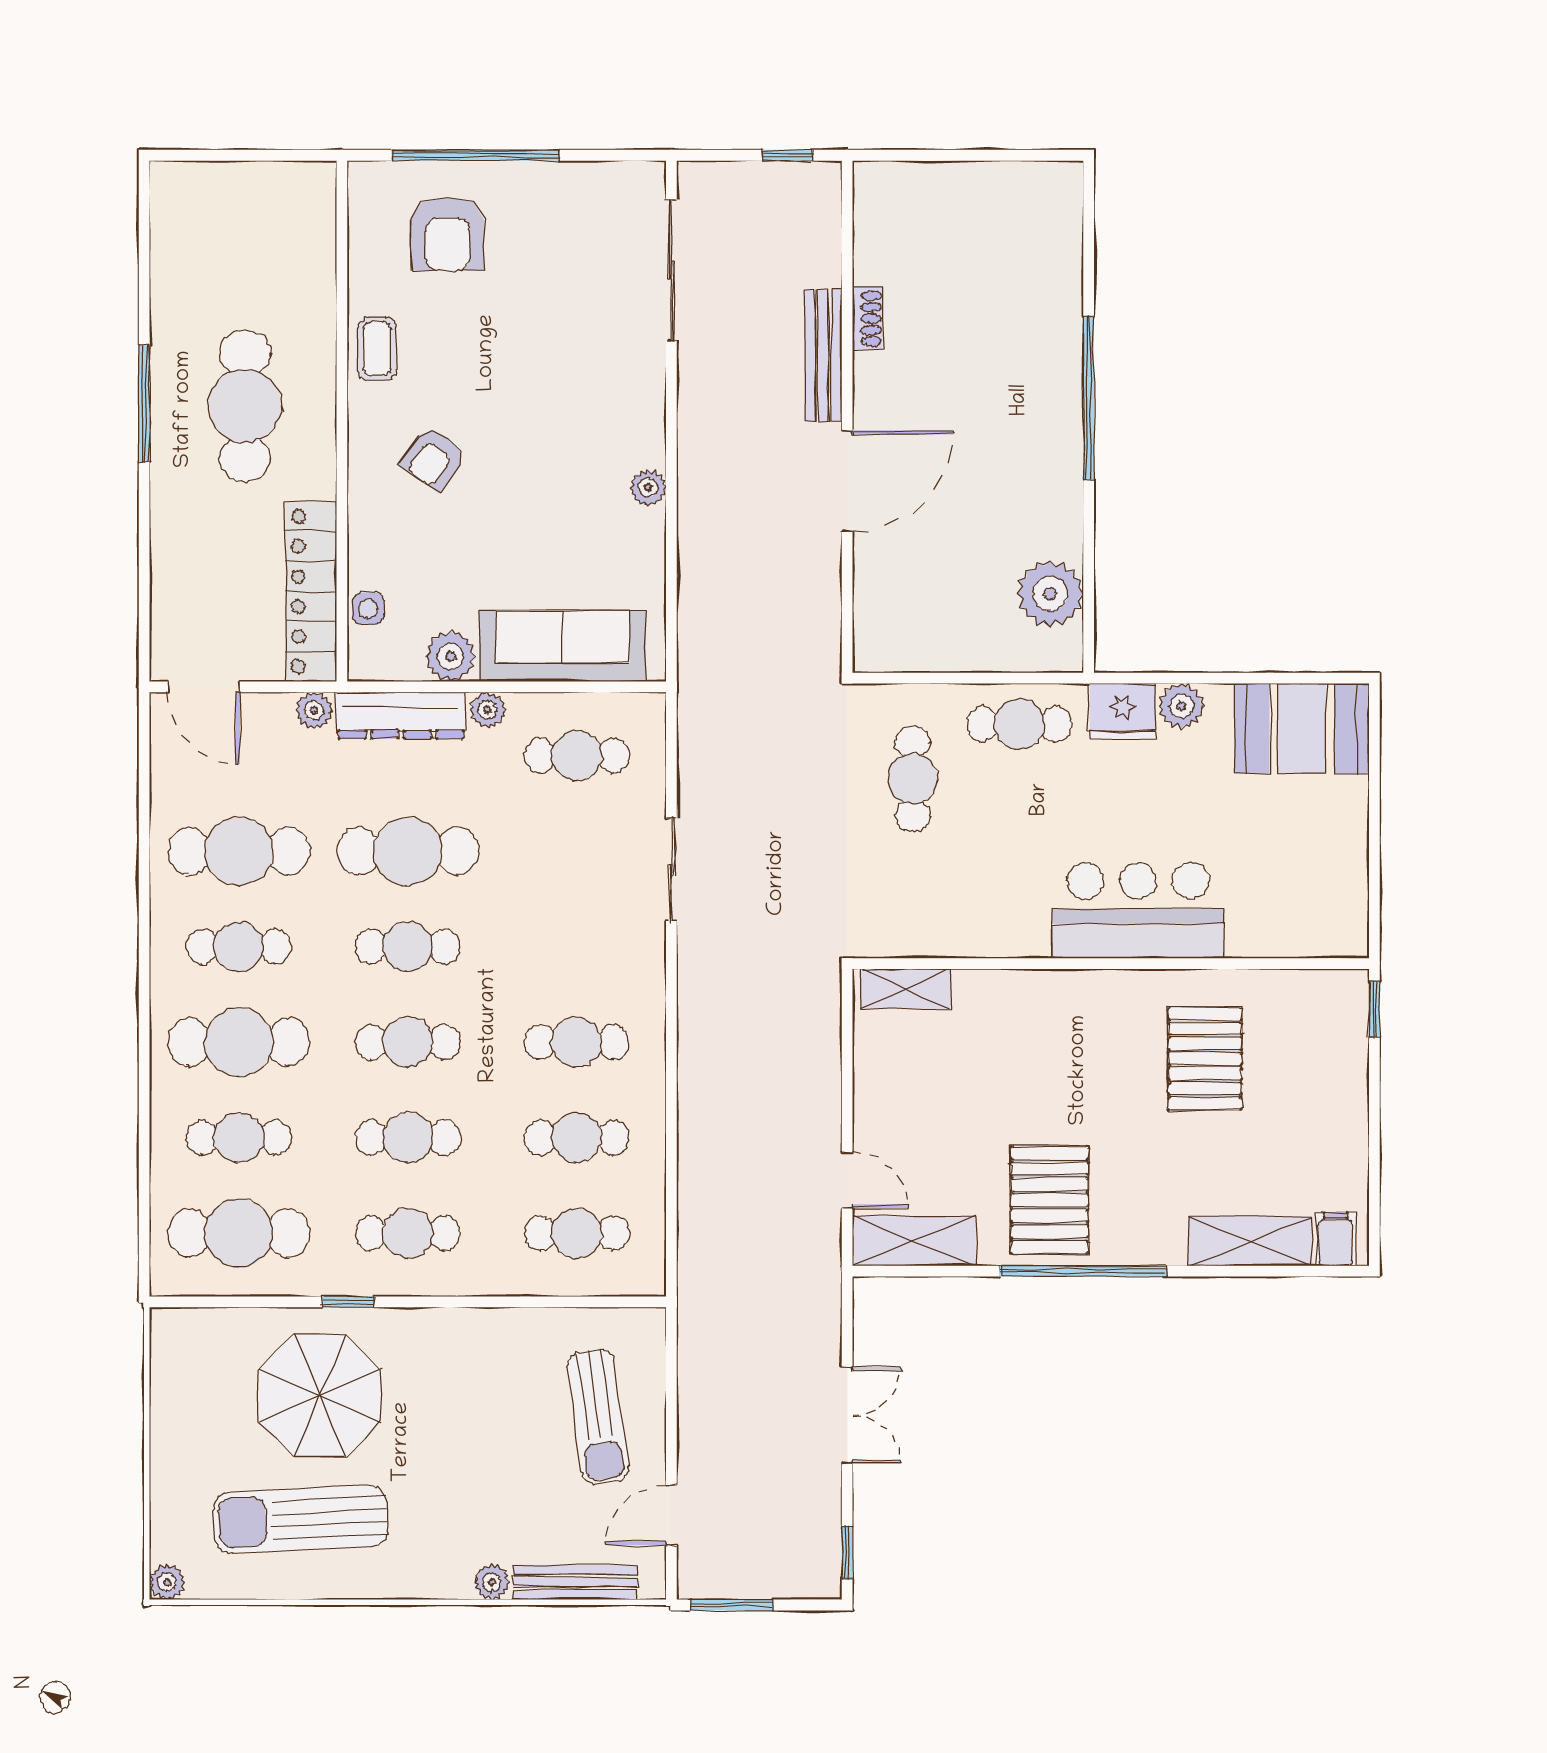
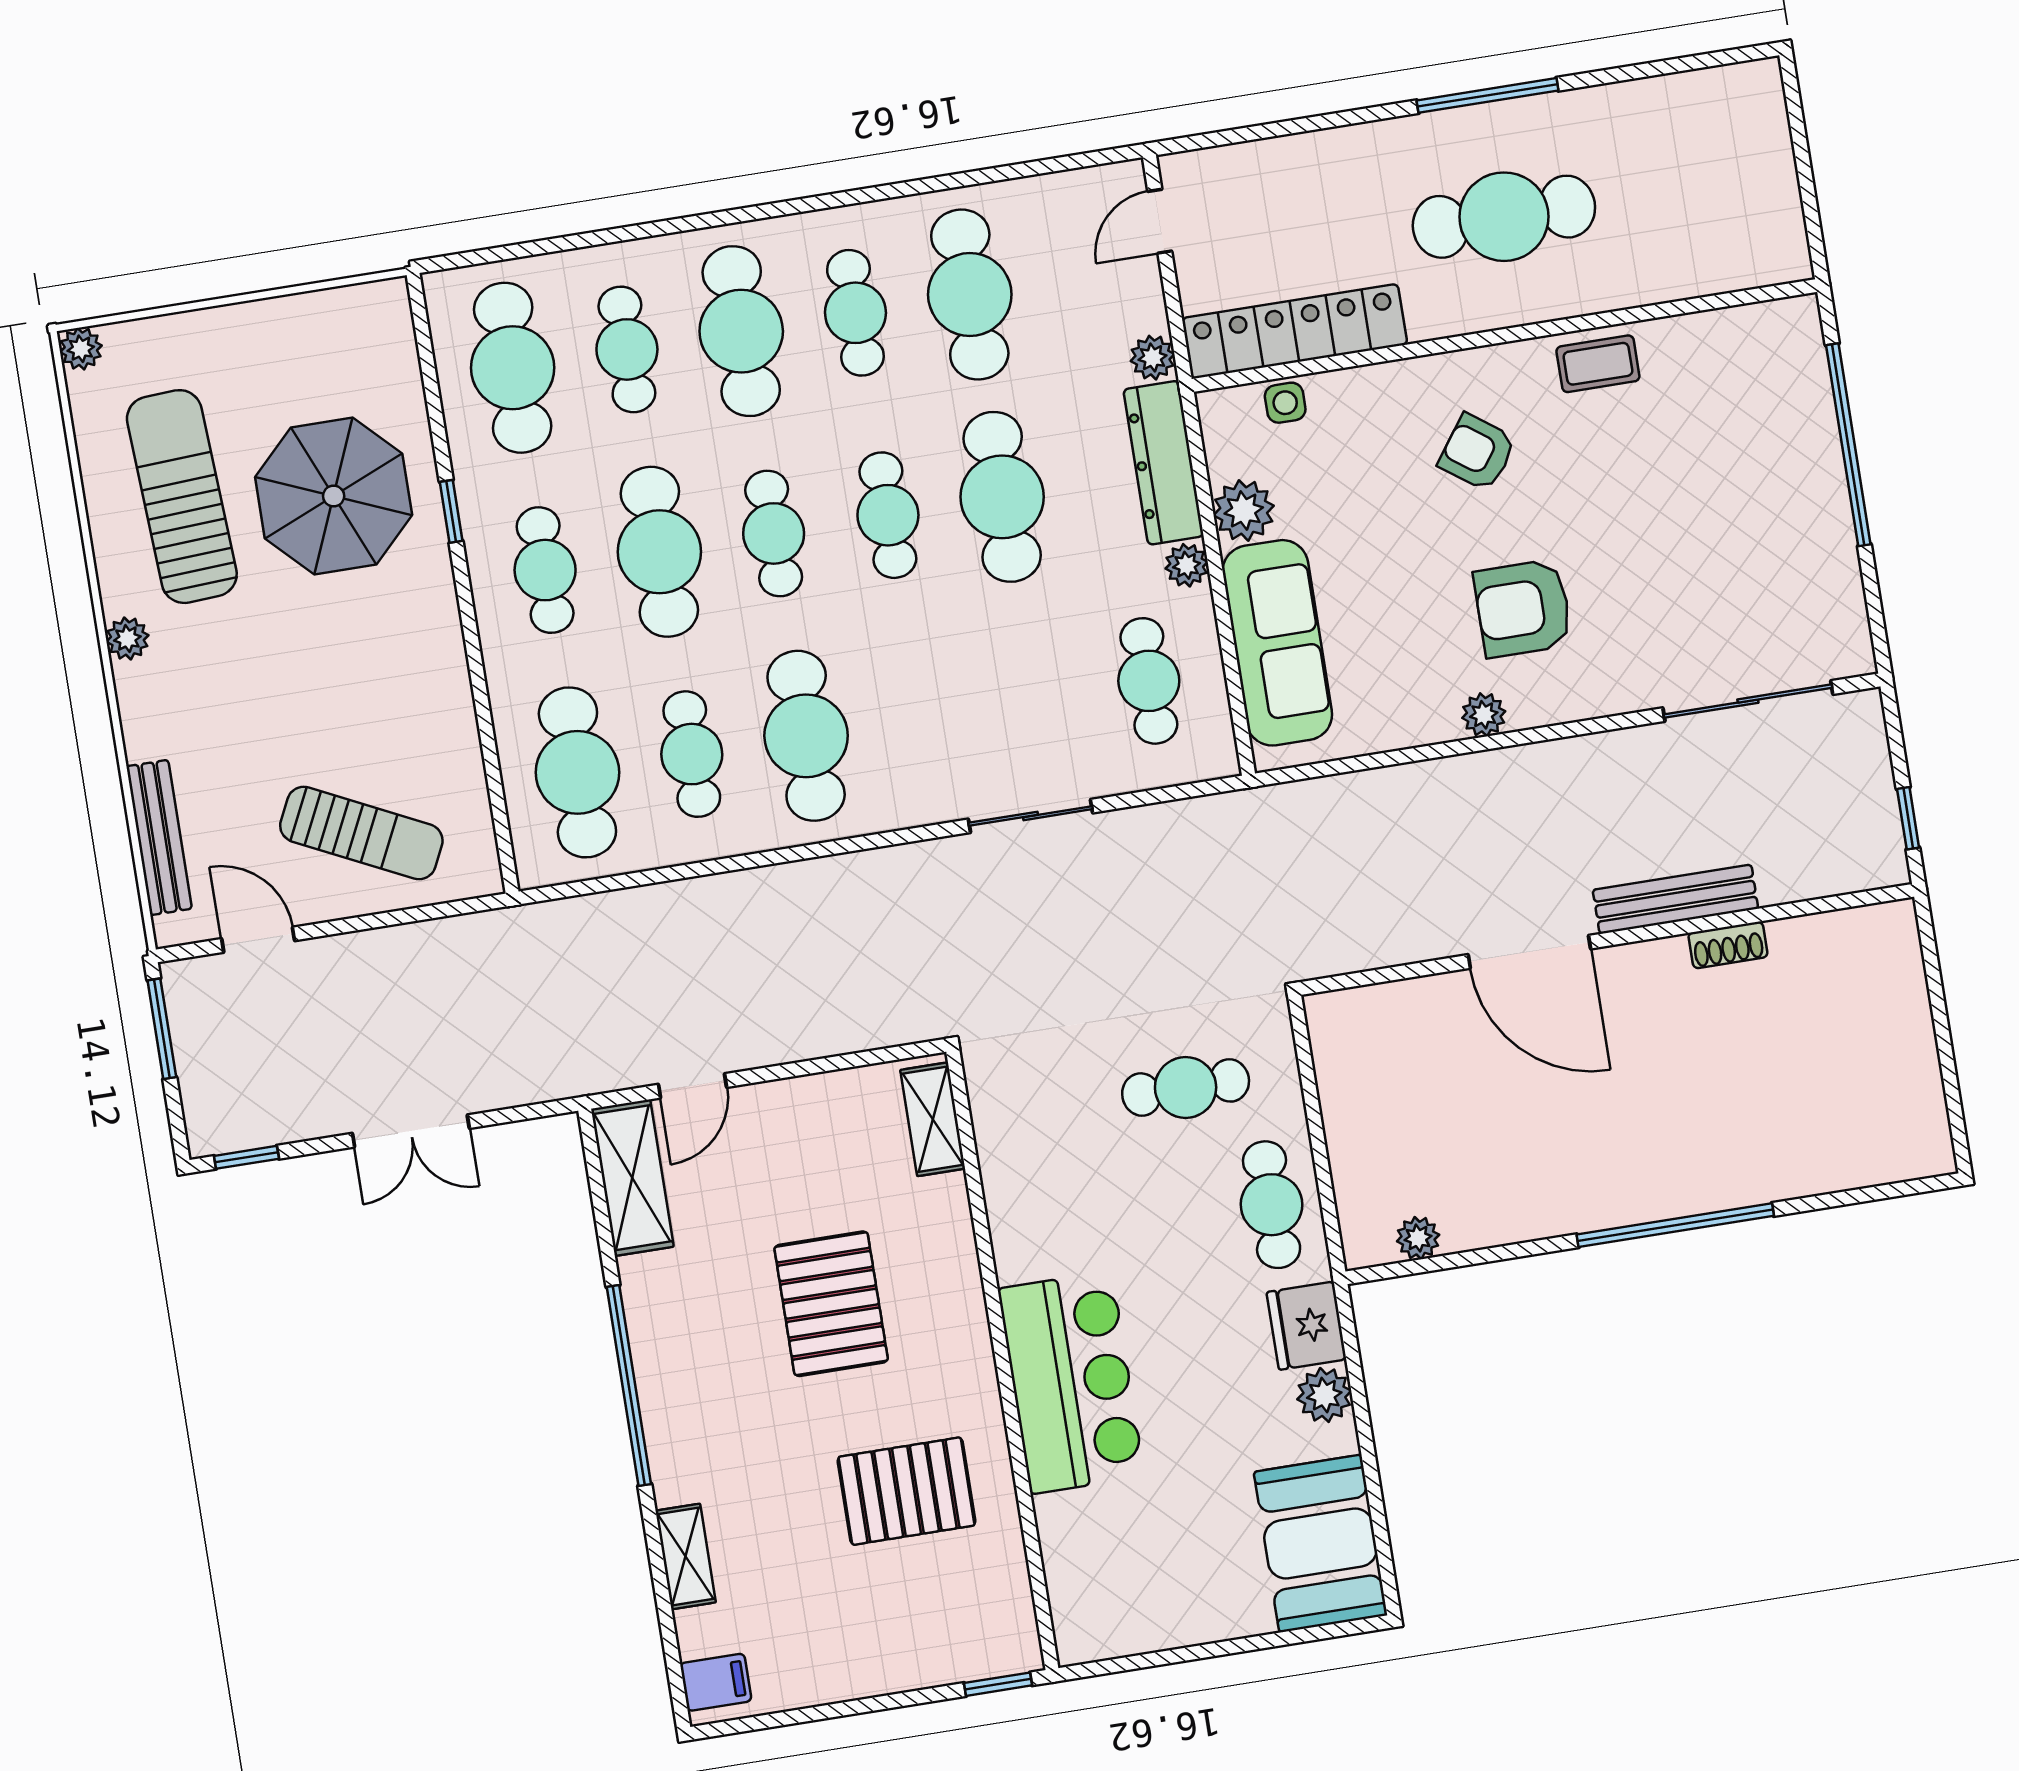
armchair: (447, 234) -> (1523, 608), moved
plant: (1050, 594) -> (1418, 1238), width x0.53, depth x0.53
door: (204, 687) -> (1160, 221), width x0.73
cafe table: (577, 1042) -> (806, 736), width x1.37, depth x1.35
cafe table: (408, 1138) -> (659, 552), width x1.37, depth x1.35
pallet: (1049, 1200) -> (831, 1304), moved, turned 90
cafe table: (577, 1233) -> (577, 772), width x1.37, depth x1.35
shelving: (1250, 1241) -> (686, 1556), width x0.67, depth x0.75
sun lounger: (598, 1417) -> (361, 833), turned -146
plant: (492, 1582) -> (127, 639), moved

